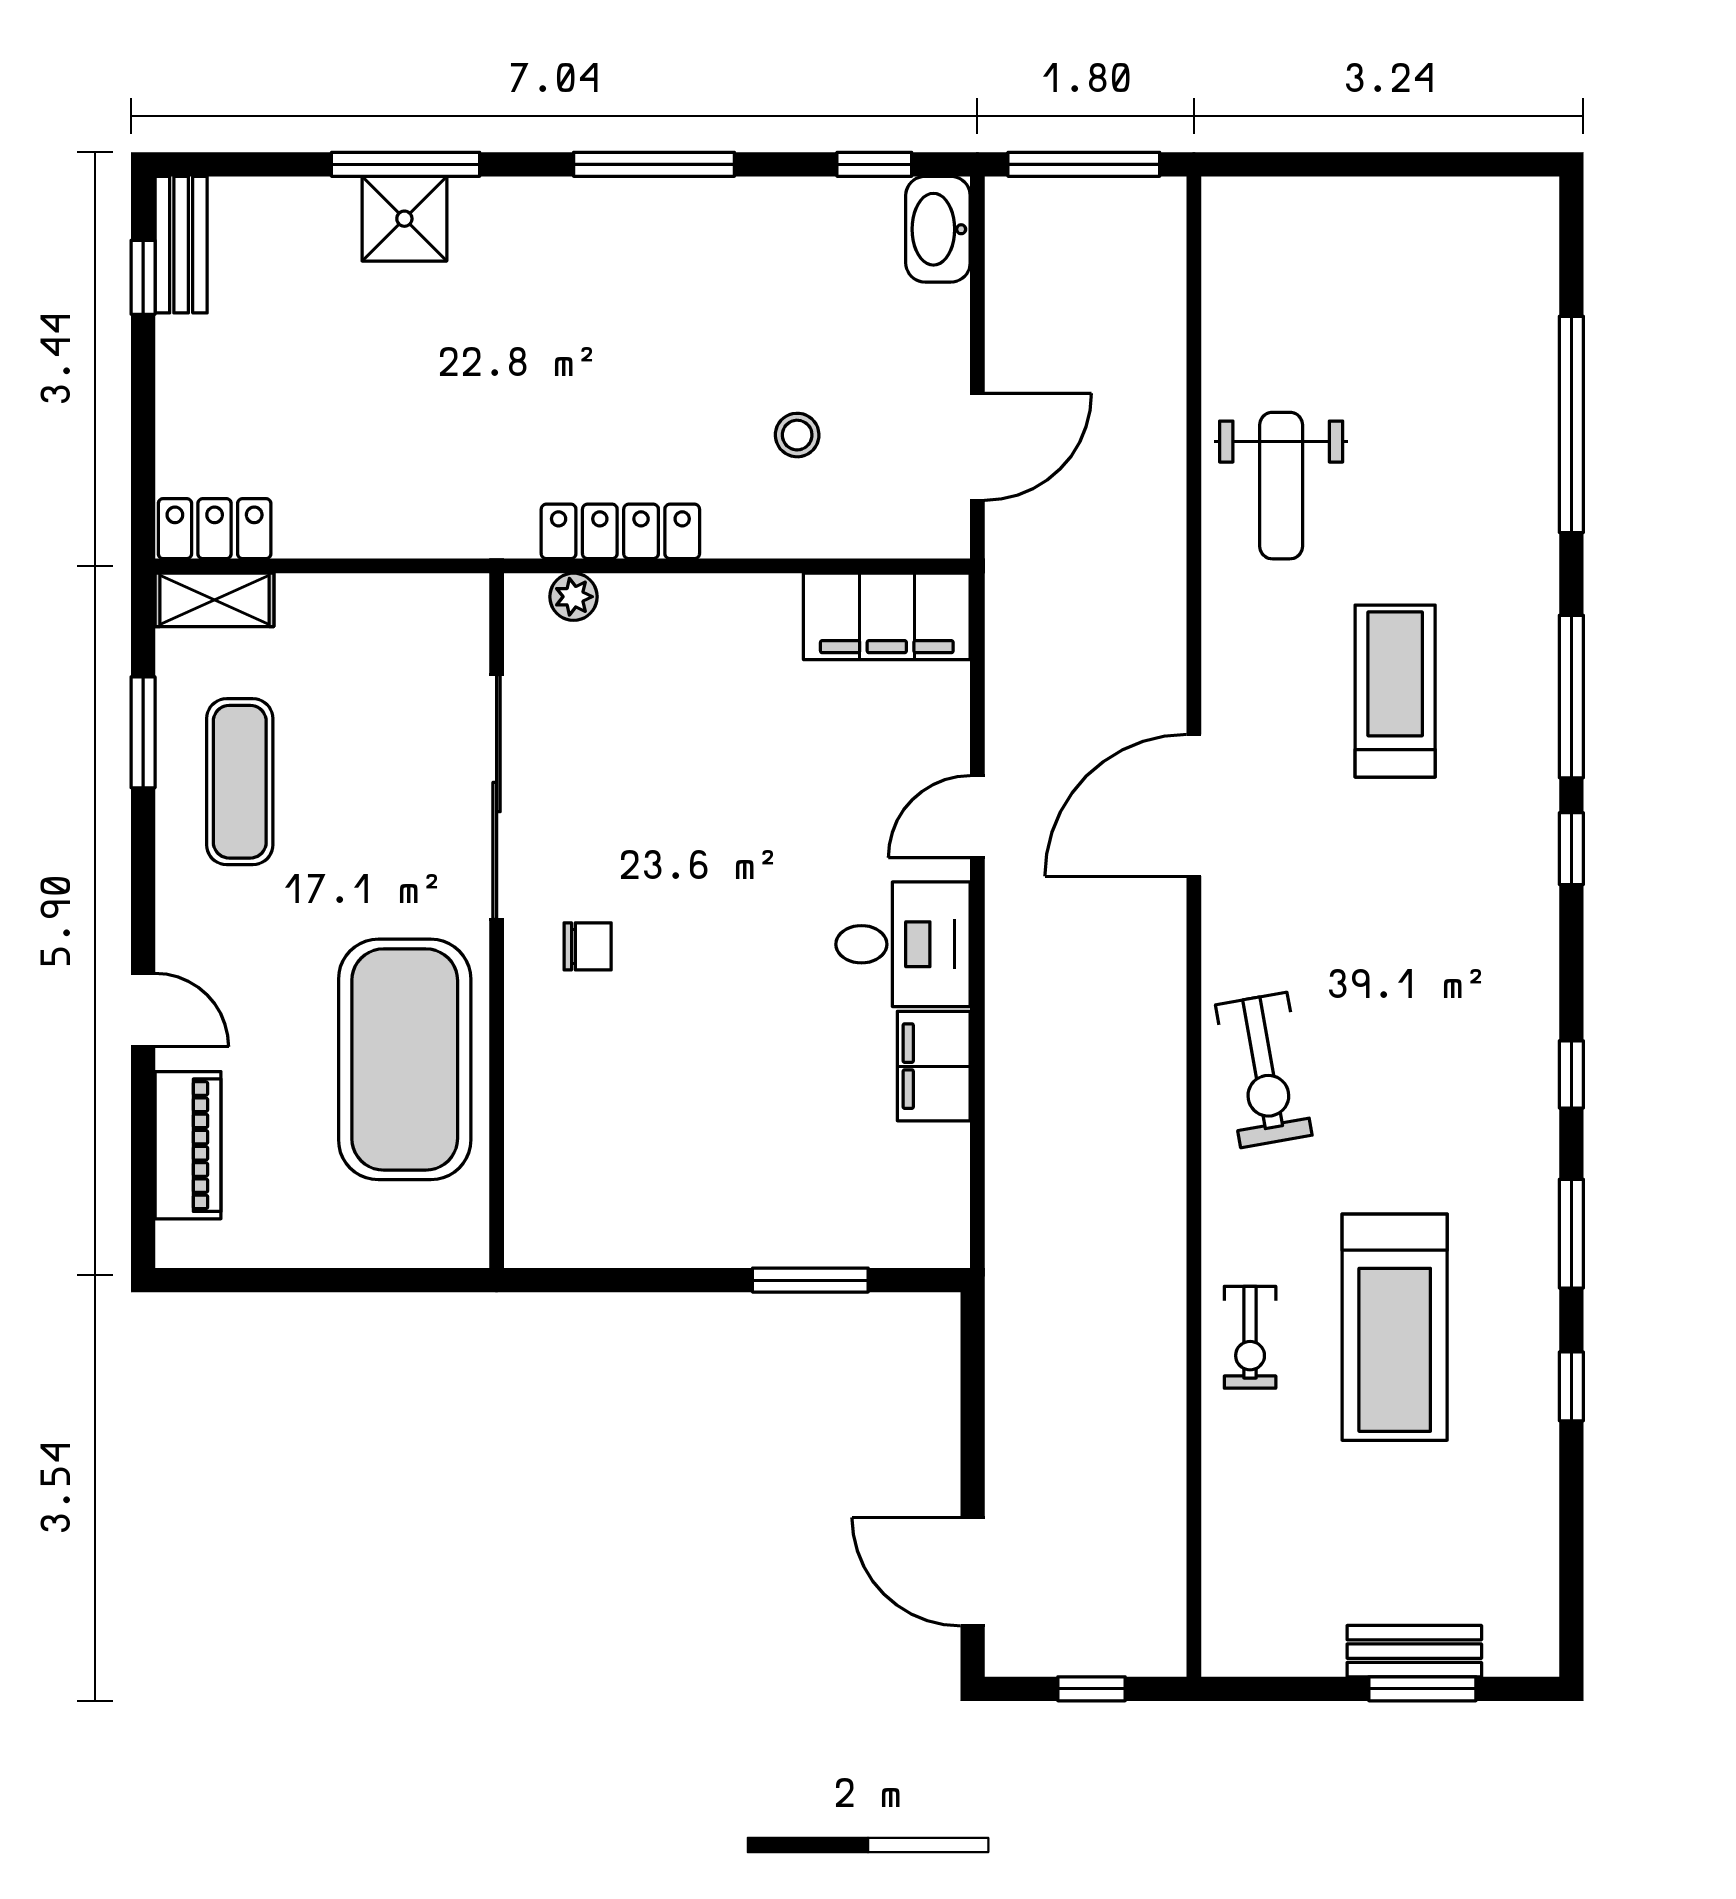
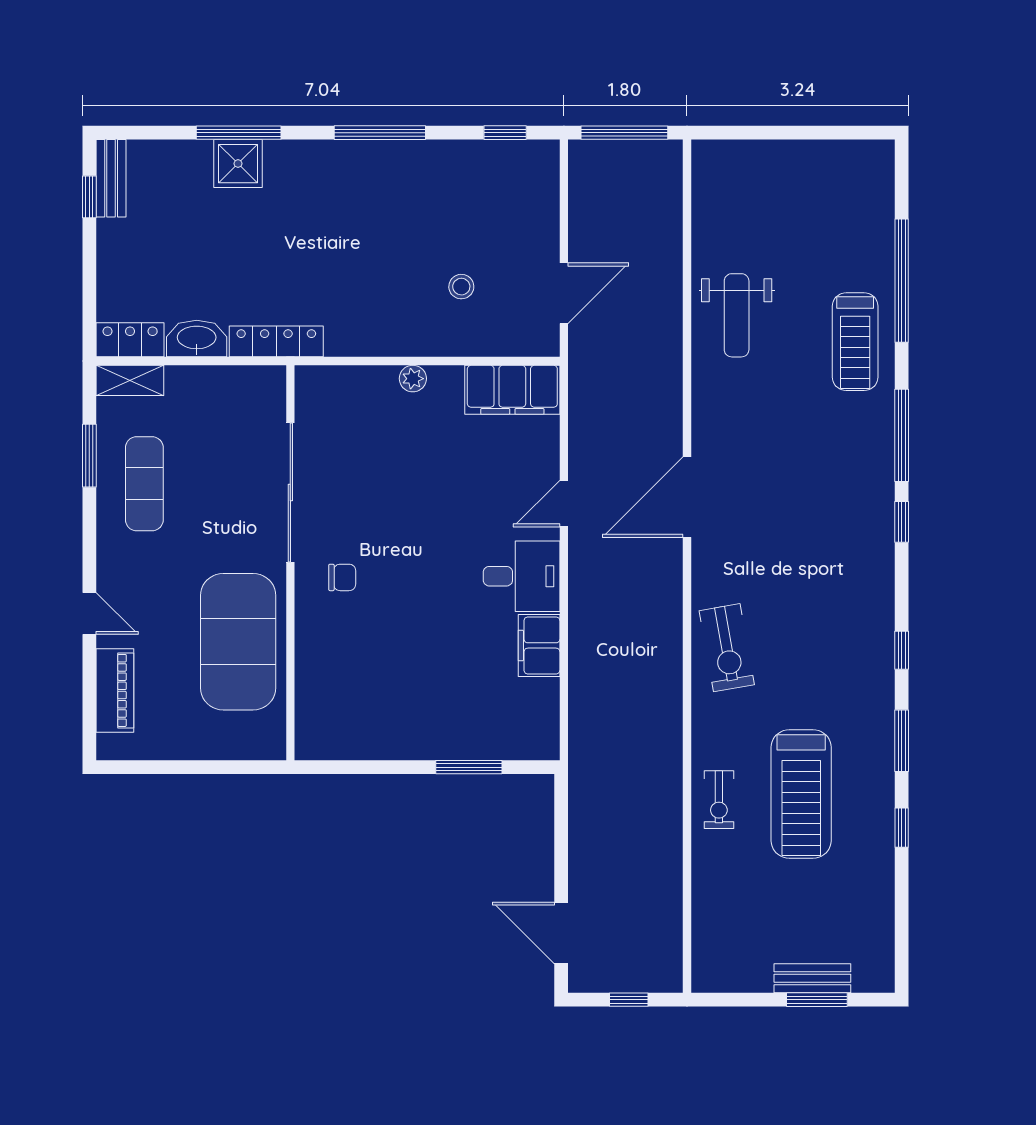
washbasin: (938, 229) -> (197, 339), moved, turned 90
locker: (620, 531) -> (276, 341), moved
plant: (574, 597) -> (413, 379), moved
treadmill: (1395, 691) -> (855, 342), moved, turned 180

